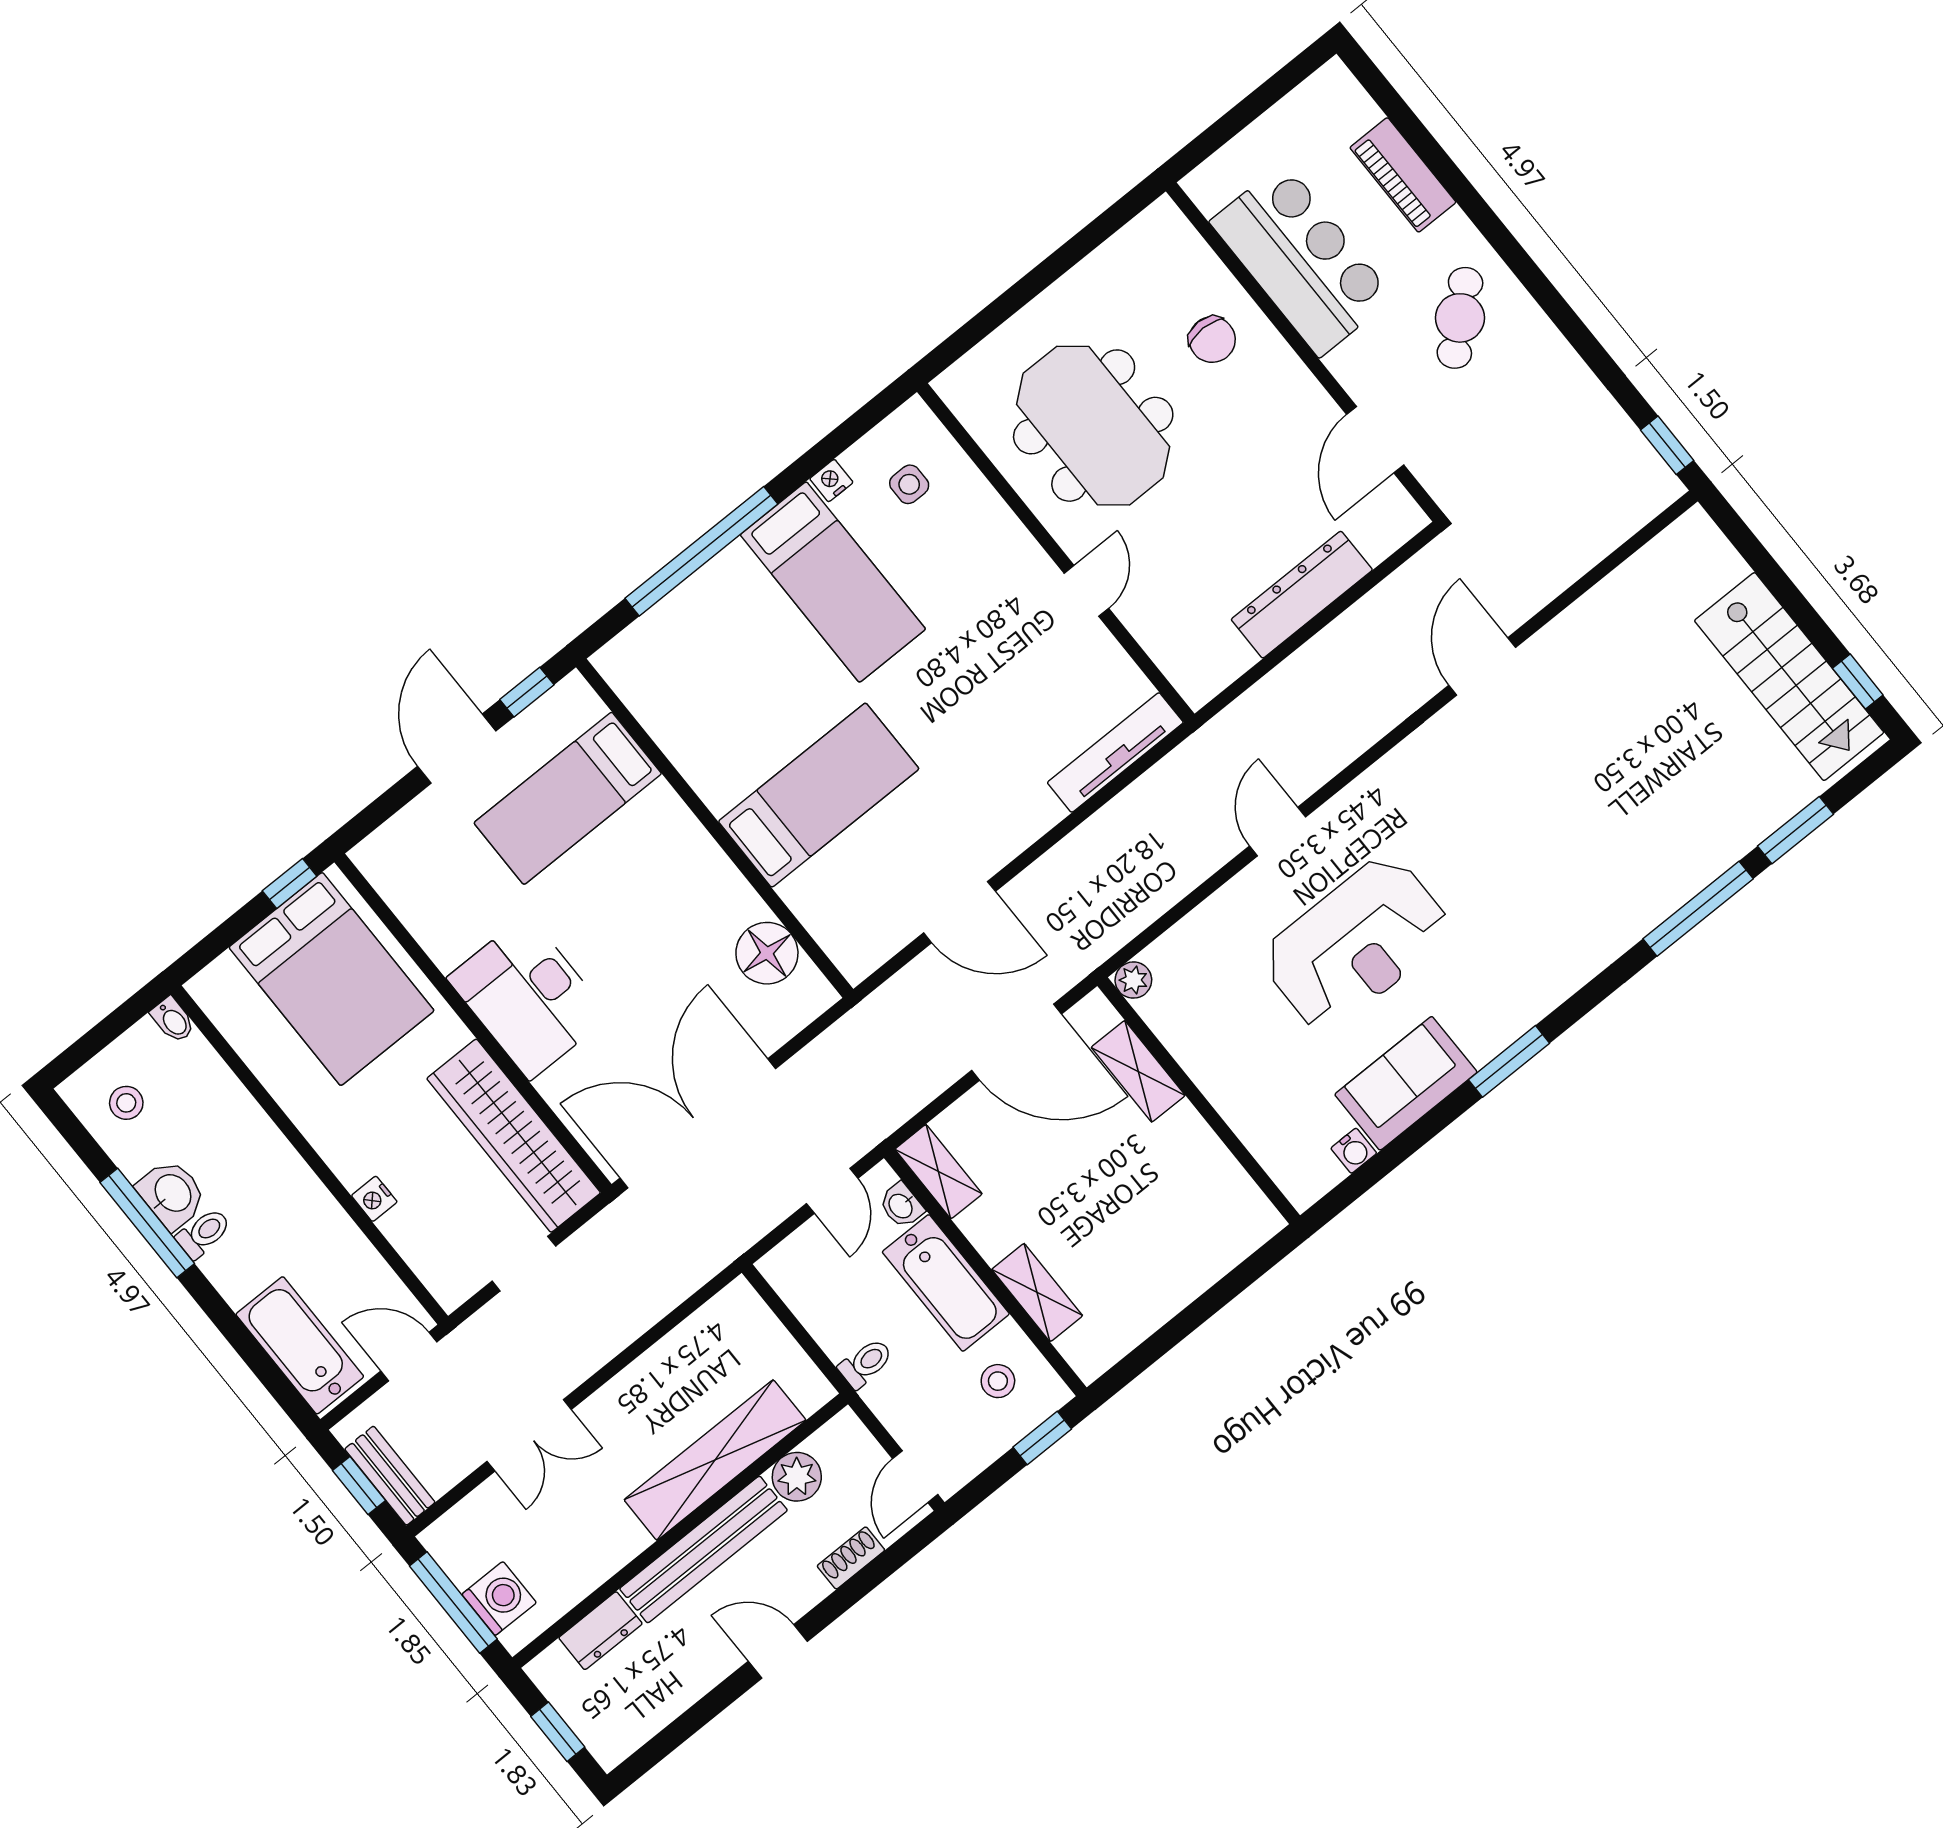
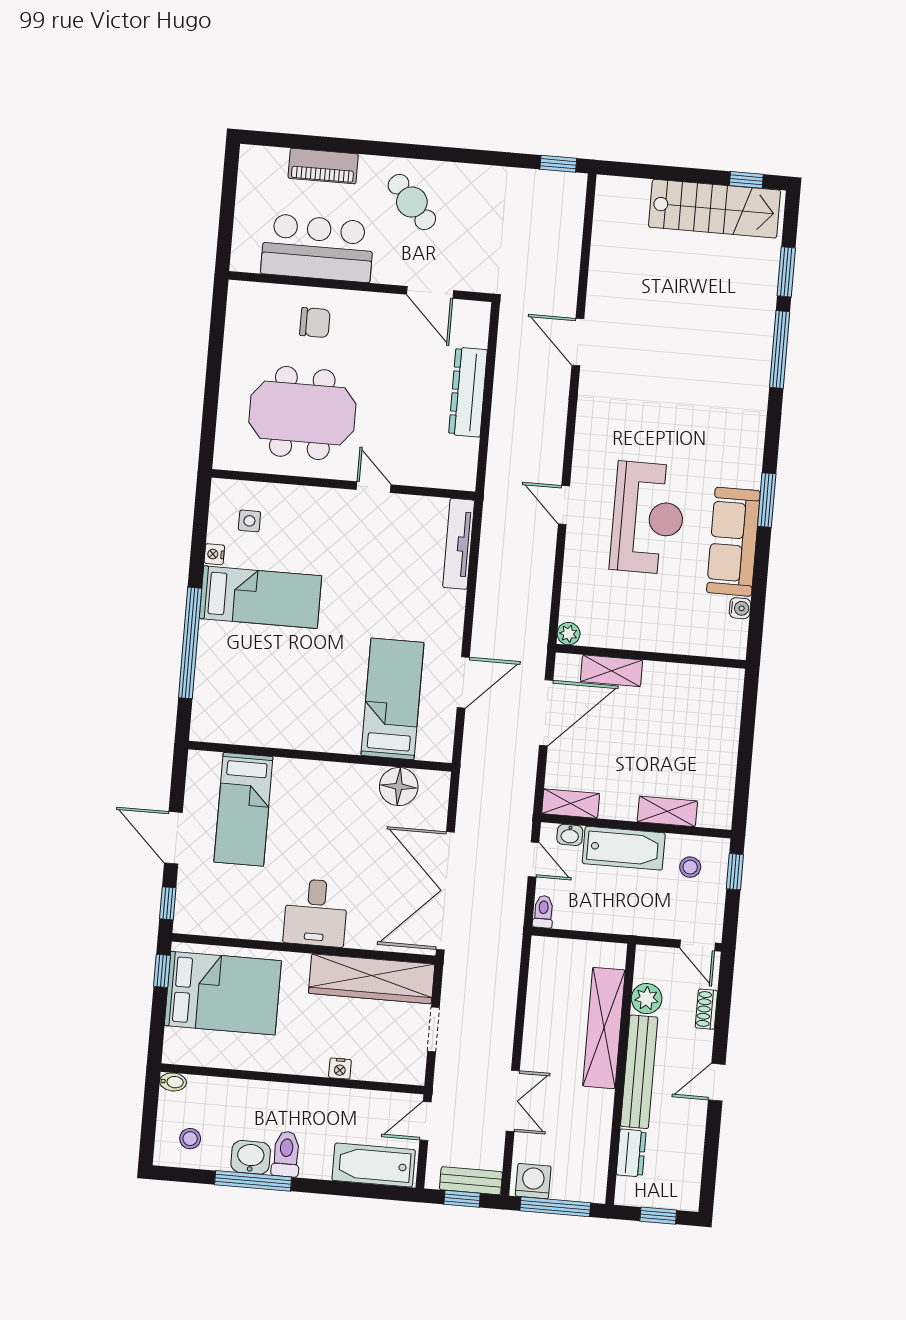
window: (527, 692) -> (168, 903), moved
bed: (819, 795) -> (392, 699), moved
desk: (528, 997) -> (316, 913), width x0.73
sofa: (1406, 1083) -> (733, 542), width x1.36
toilet: (204, 1233) -> (286, 1154), width x1.37, depth x1.39
toilet: (866, 1363) -> (543, 912), moved
washing machine: (499, 1598) -> (533, 1181), moved

